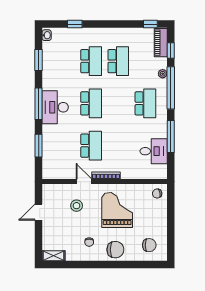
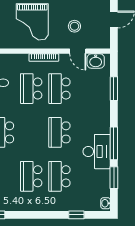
window: (39, 104) -> (114, 143), moved
desk: (55, 107) -> (97, 152), moved
school desk: (118, 146) -> (31, 89), added
washbasin: (56, 172) -> (96, 61), added
door: (84, 182) -> (78, 51), moved

